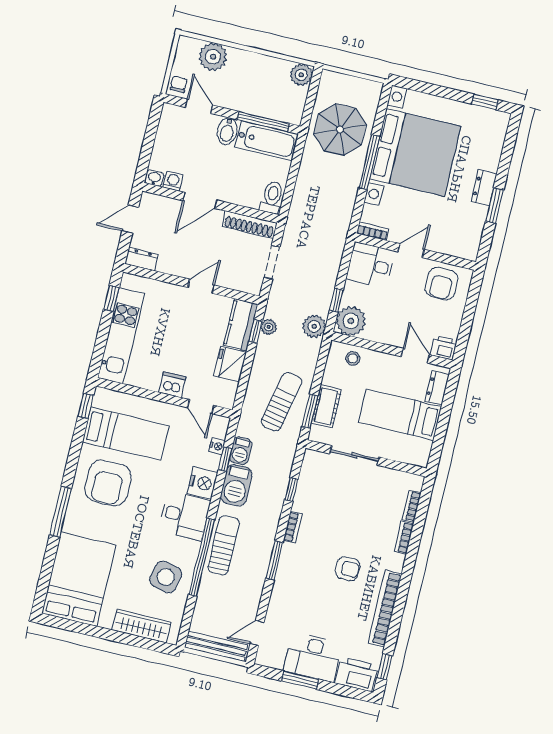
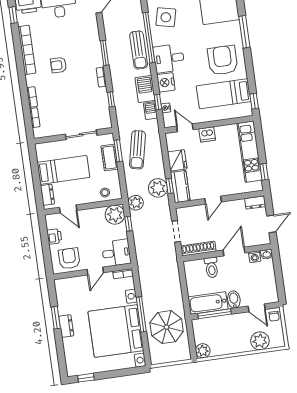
toilet: (272, 197) -> (211, 267), moved
plant: (269, 327) -> (158, 188), width x1.88, depth x1.88
printer: (443, 348) -> (54, 236), moved, turned -90

